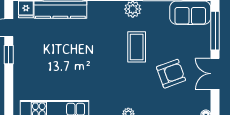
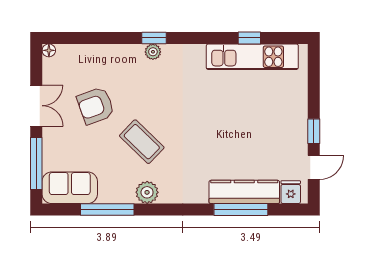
coffee table: (137, 47) -> (142, 142), turned -46

